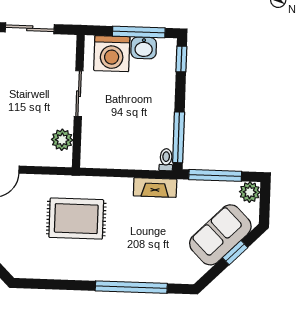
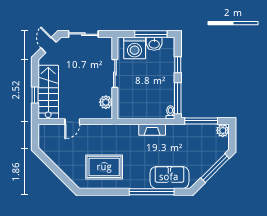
window: (181, 59) -> (178, 65), moved
fireplace: (155, 188) -> (152, 130), moved
rug: (76, 219) -> (104, 167), moved
sofa: (220, 235) -> (169, 177), moved, turned 45
window: (235, 253) -> (215, 168), width x2.17

